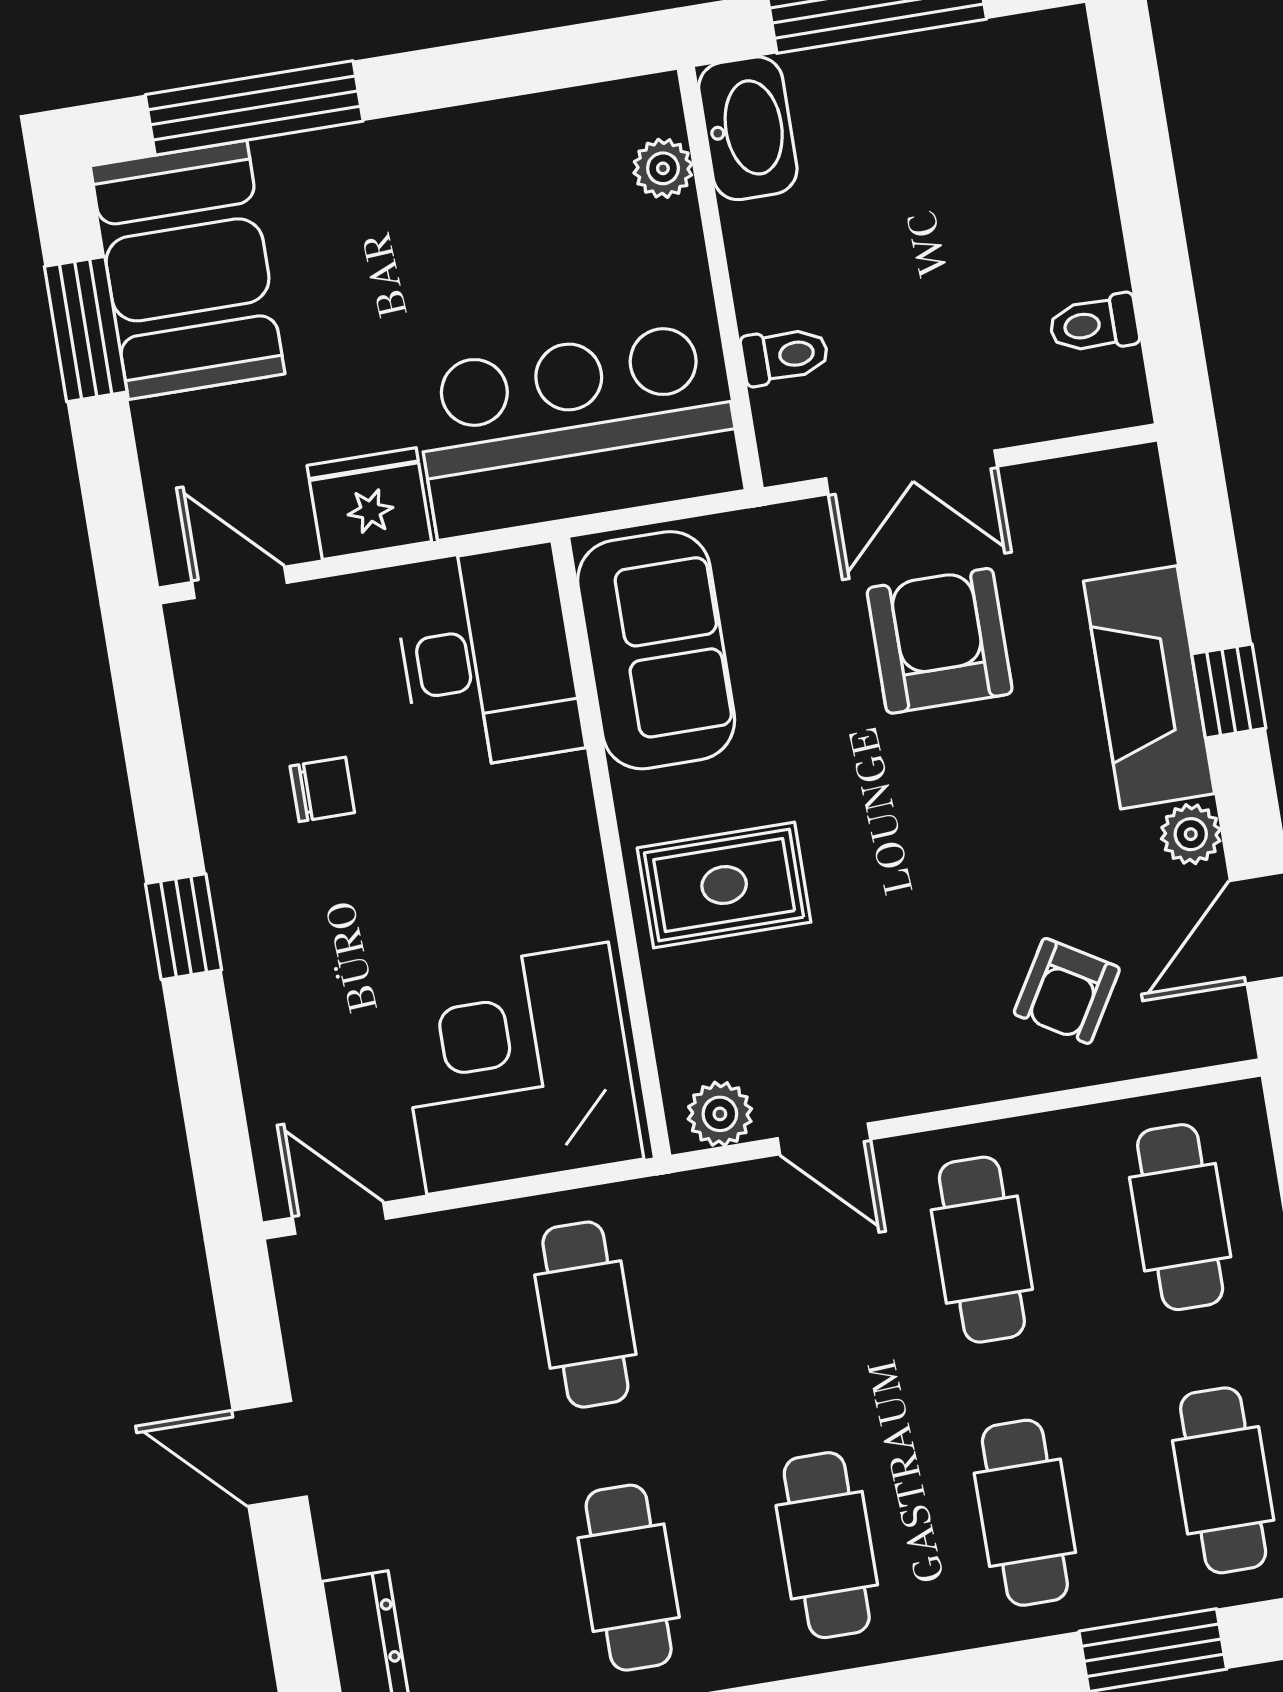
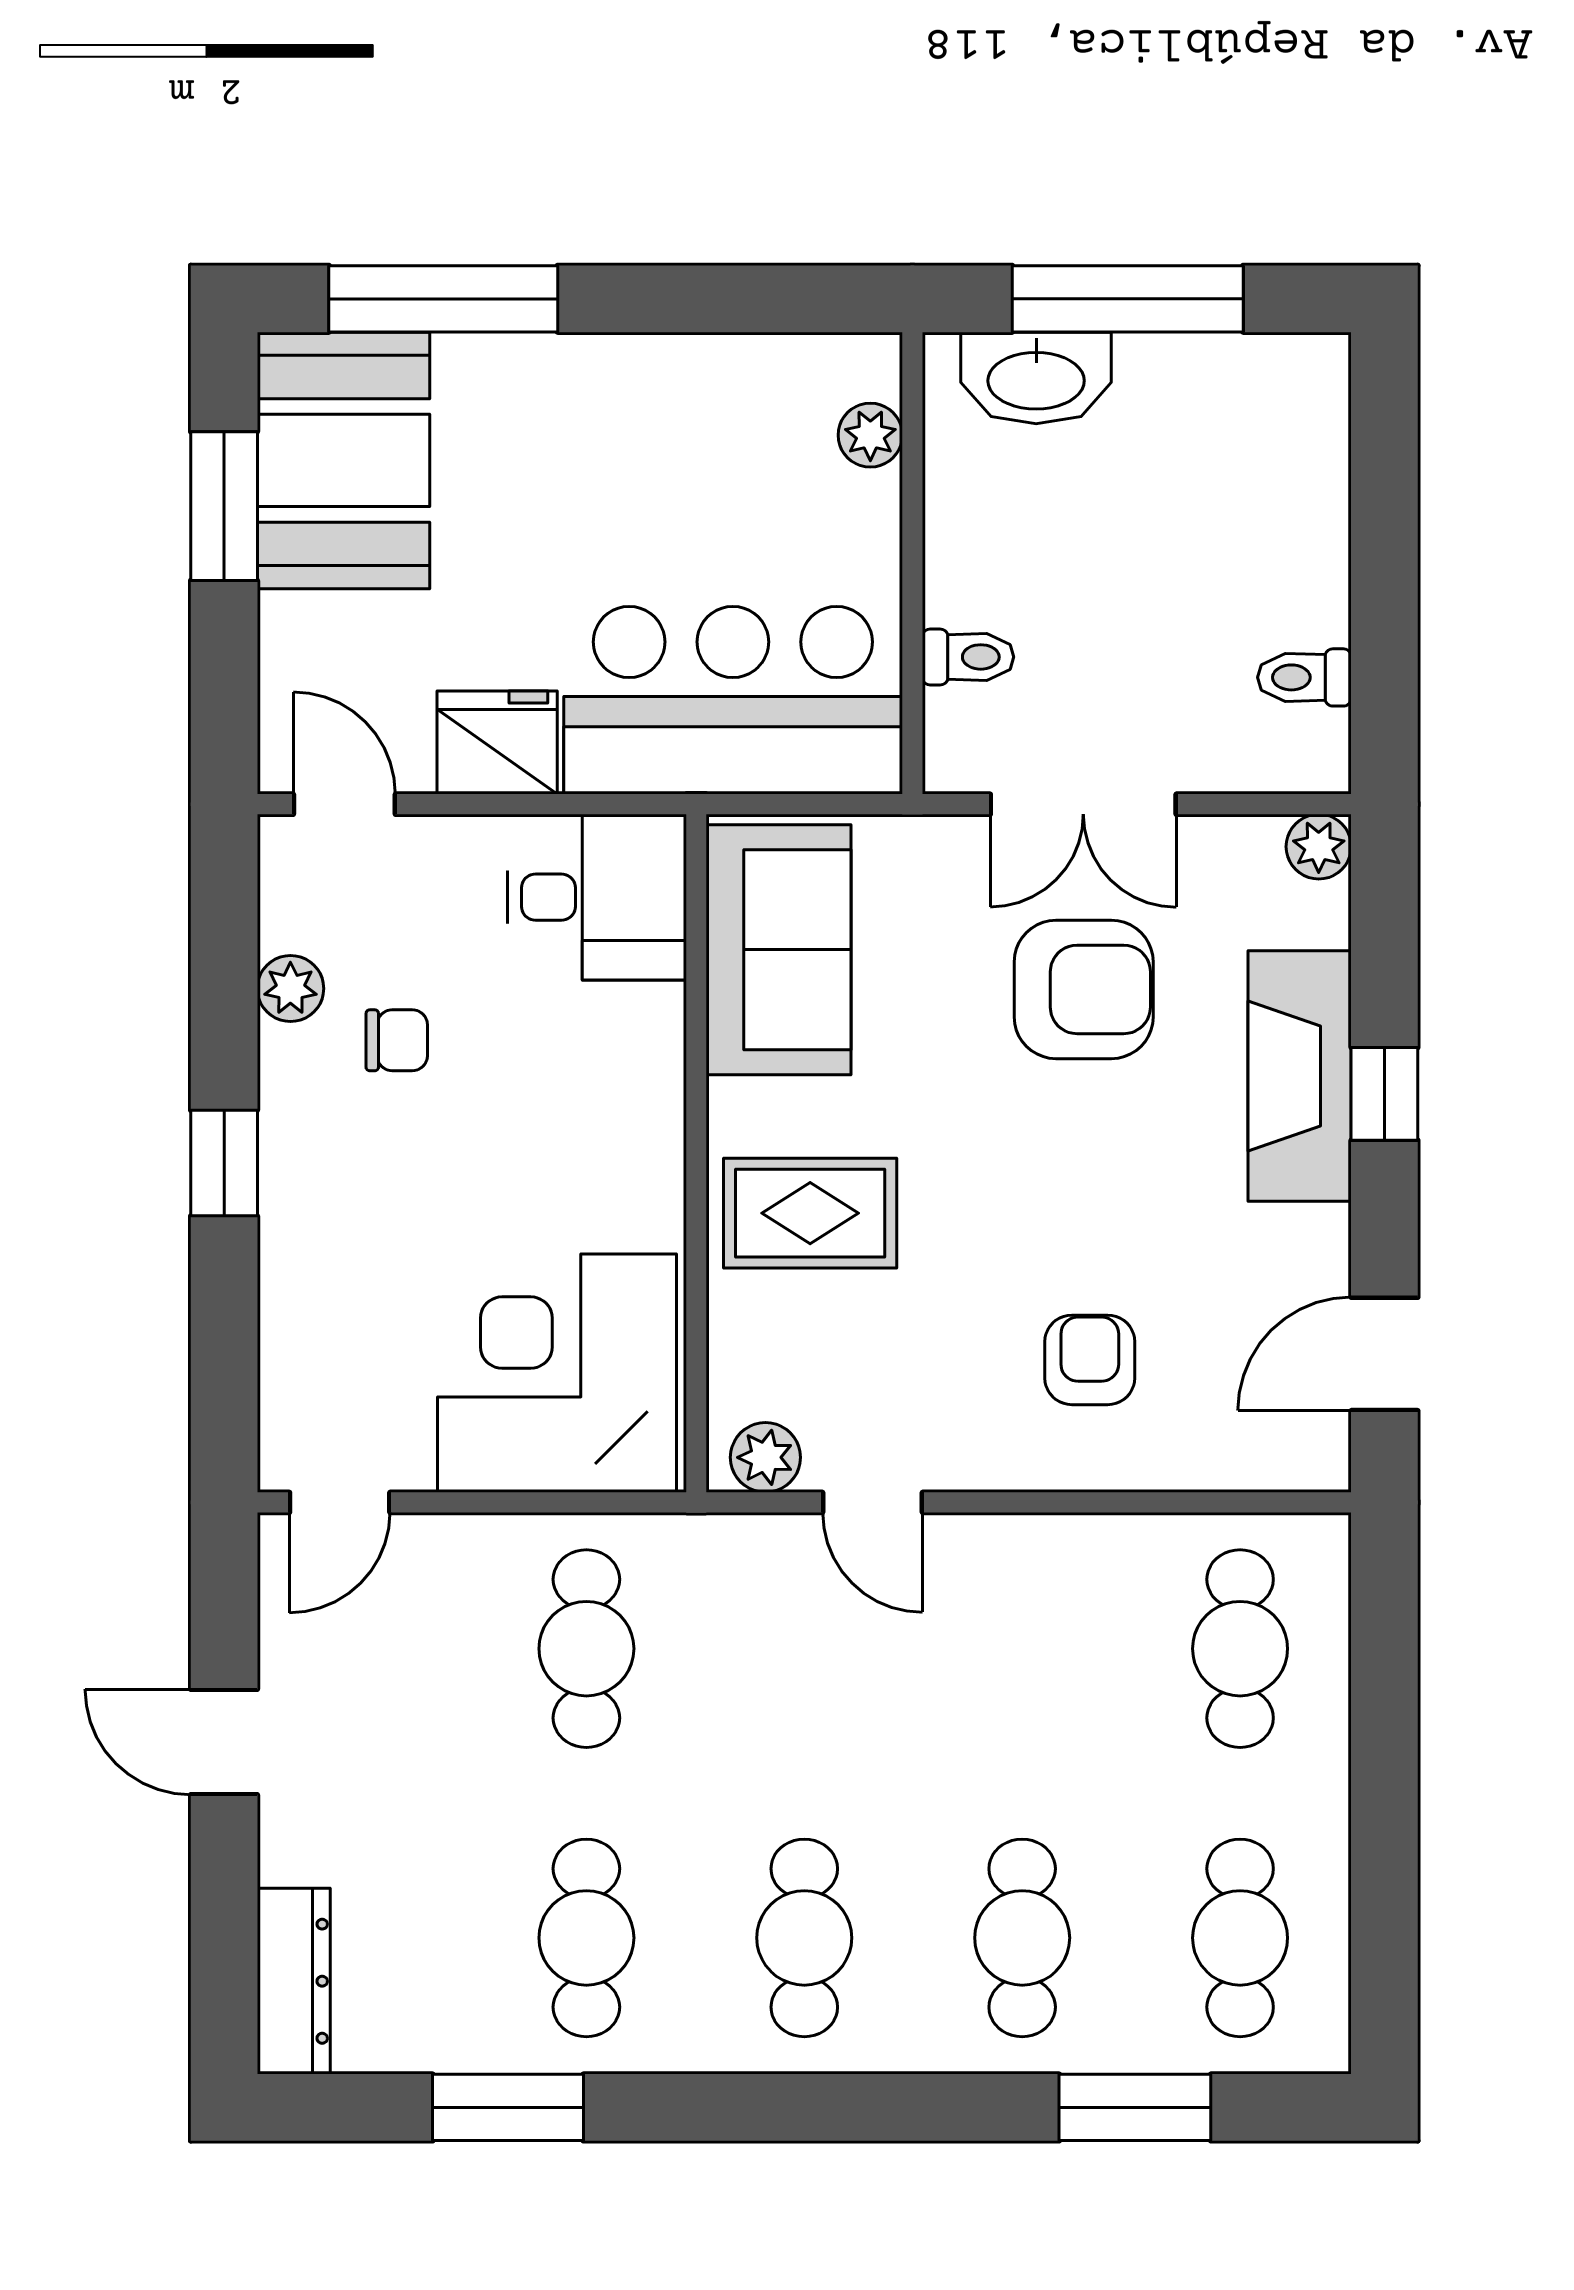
washbasin: (748, 128) -> (1036, 378), moved, turned 90
armchair: (940, 641) -> (1084, 989), turned 90
desk: (488, 657) -> (597, 897), width x0.73
plant: (218, 758) -> (290, 989), added
plant: (1191, 834) -> (1319, 847), moved
armchair: (1067, 991) -> (1090, 1360), moved, turned 149
door: (339, 1218) -> (340, 1502), swing flipped
cafe table: (982, 1250) -> (1022, 1649), removed

